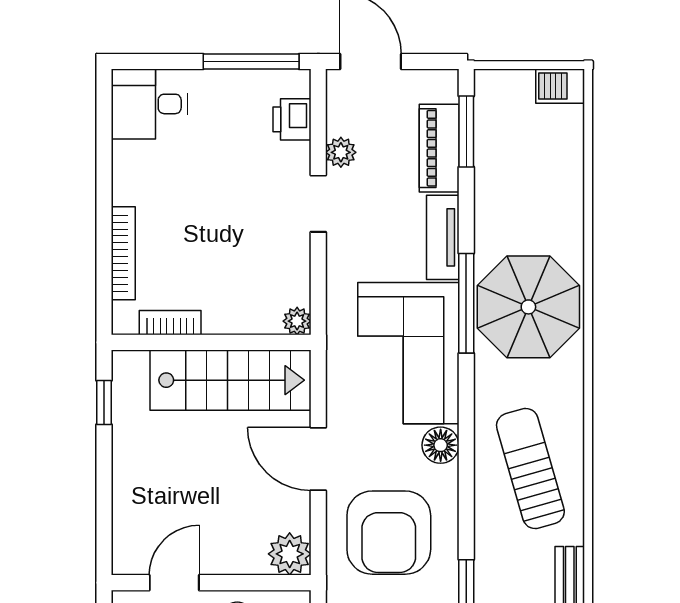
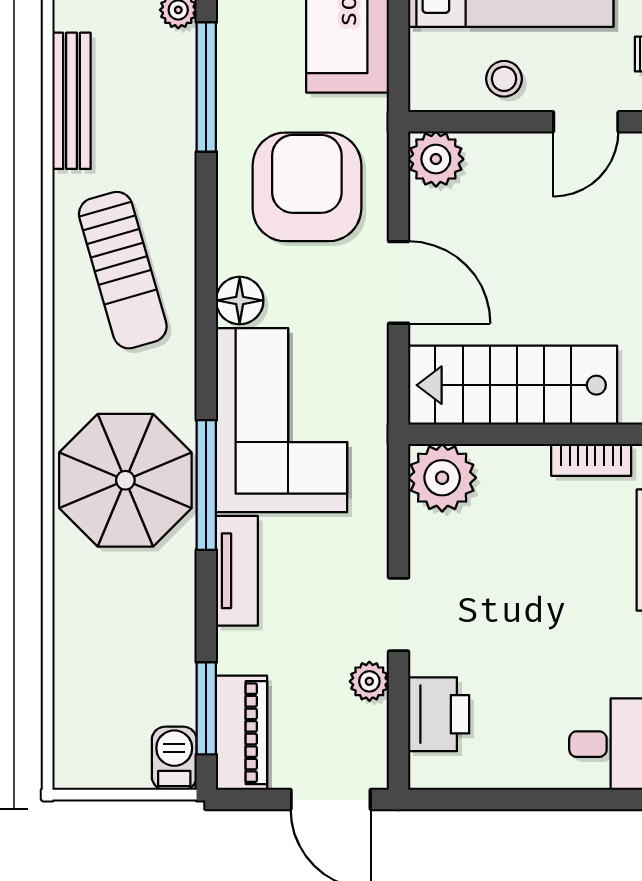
window: (251, 61) -> (486, 799), removed
barbecue: (560, 86) -> (174, 758), moved, turned -90
printer: (292, 119) -> (439, 714), width x1.36, depth x1.24
piano: (439, 148) -> (241, 733), moved
plant: (297, 321) -> (442, 478), width x1.88, depth x1.88

